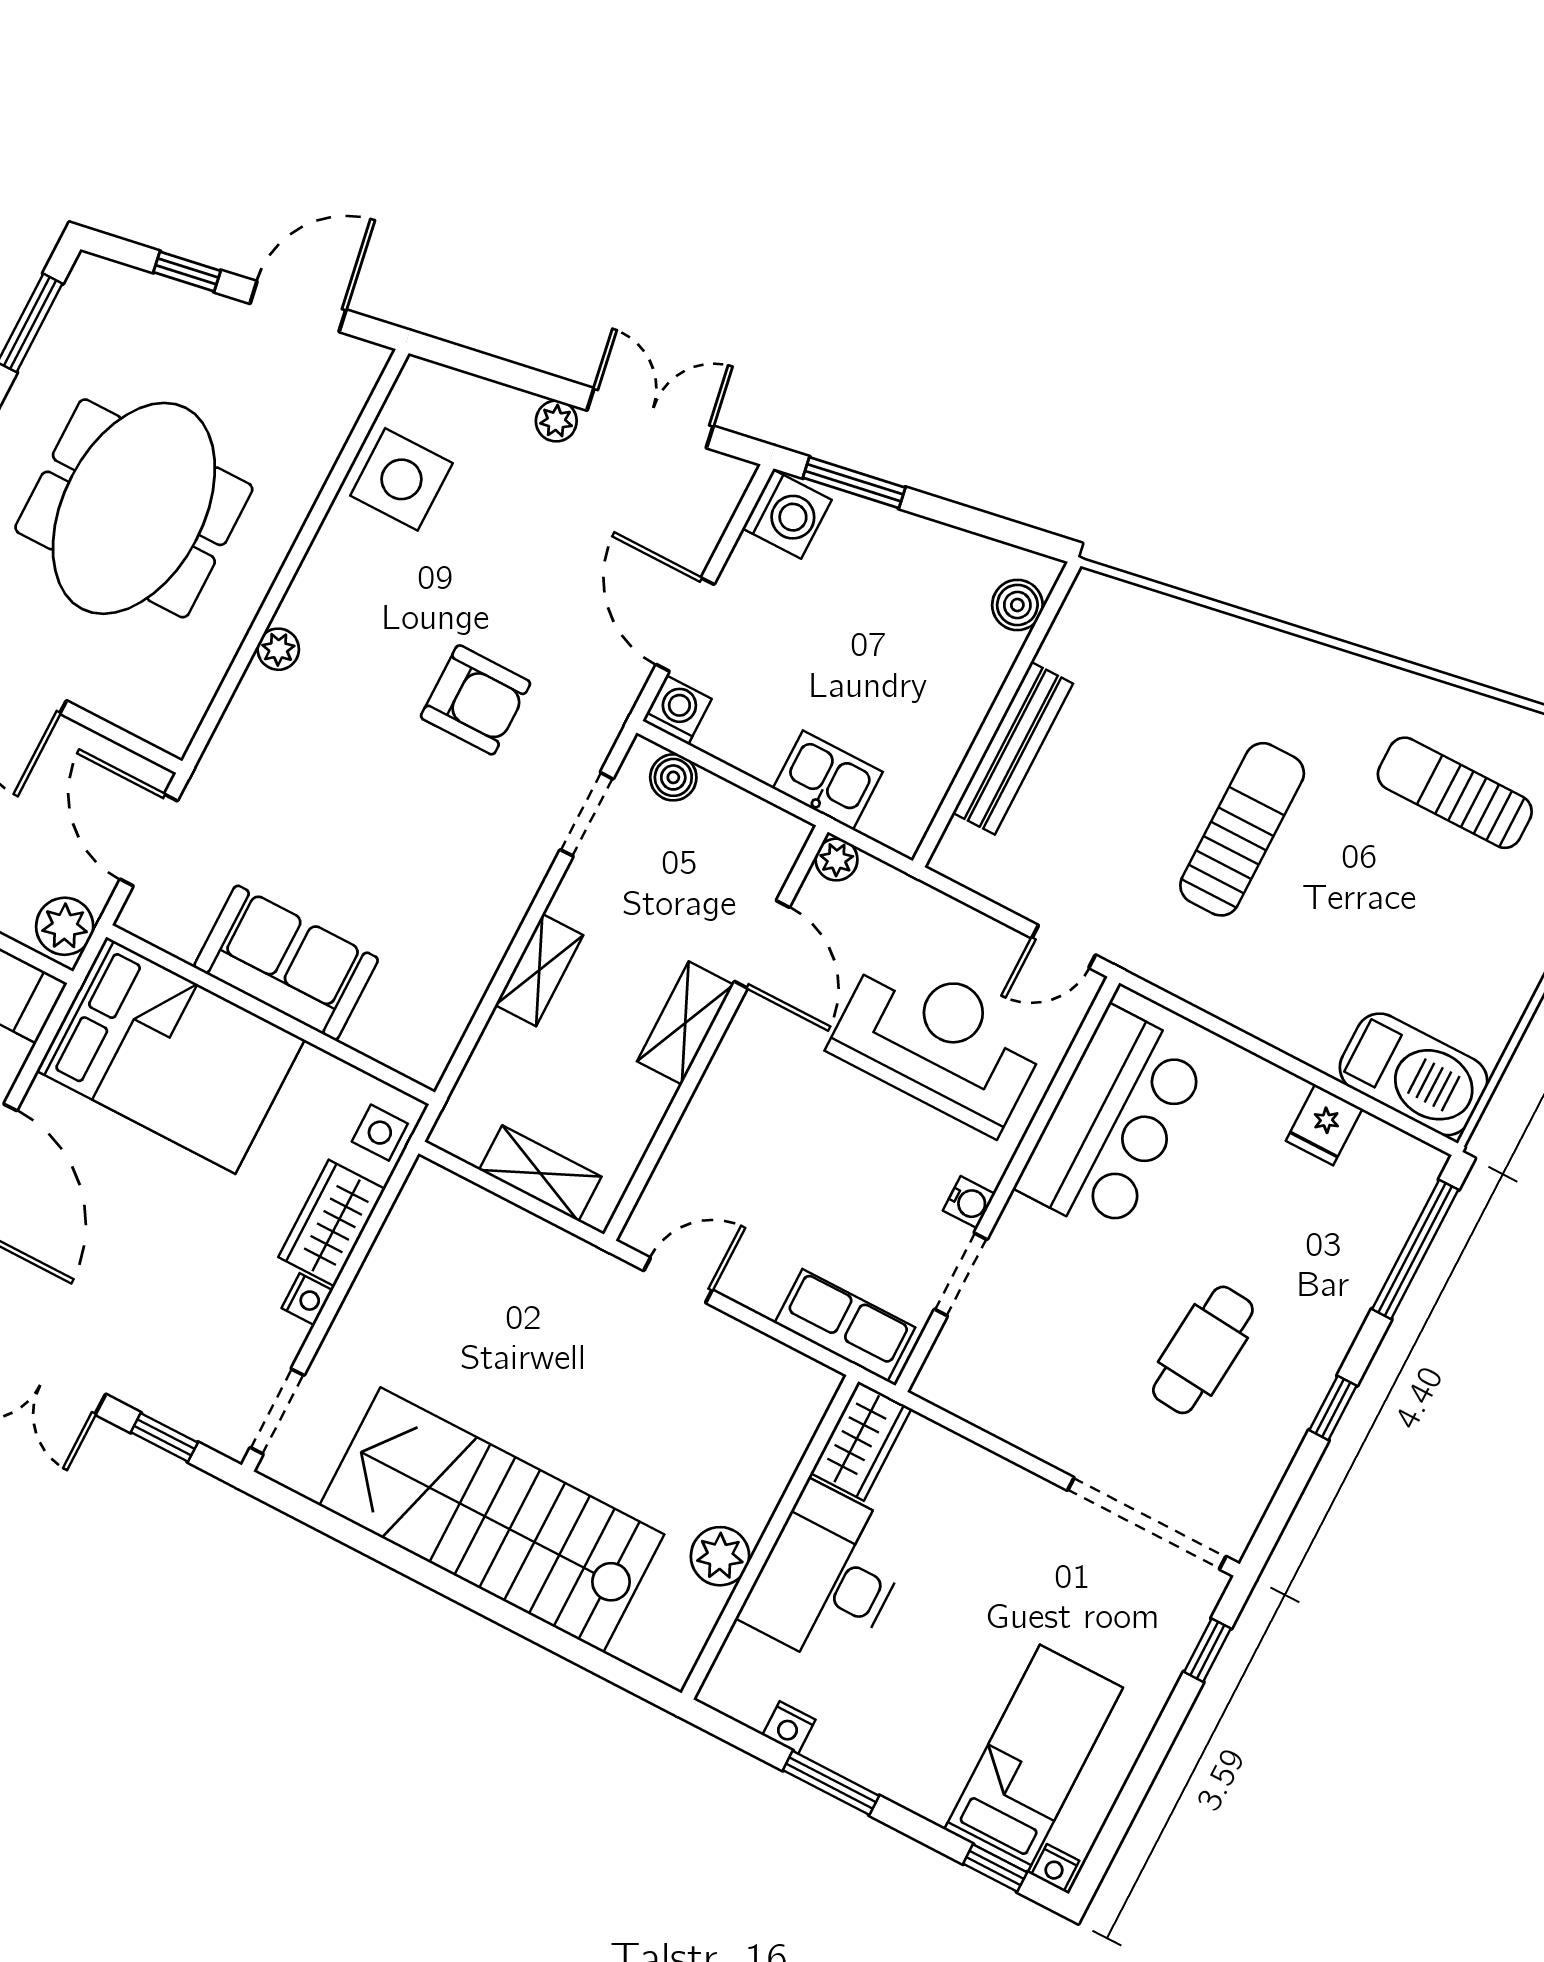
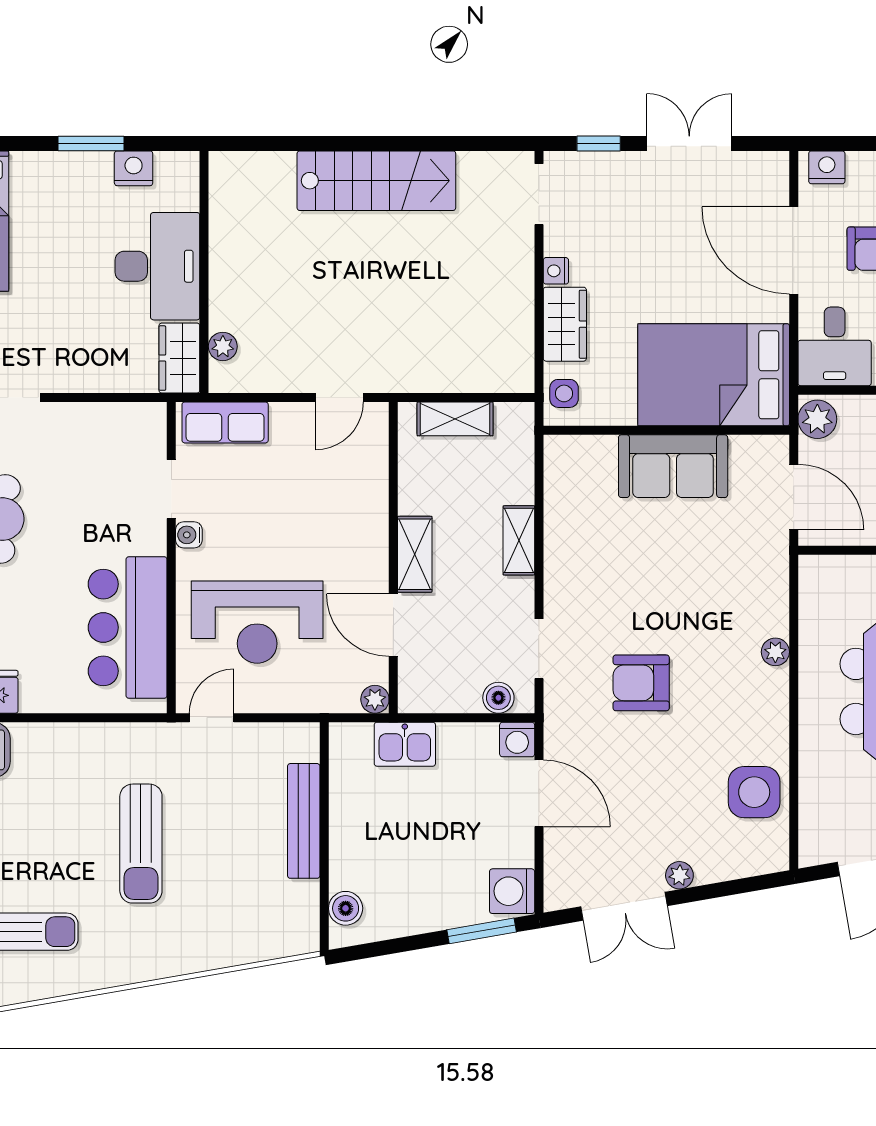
stairs: (492, 1520) -> (376, 181), width x0.73, depth x0.66
plant: (720, 1556) -> (223, 346), moved, width x0.73, depth x0.73
nightstand: (789, 1727) -> (134, 168), width x1.39, depth x1.35

